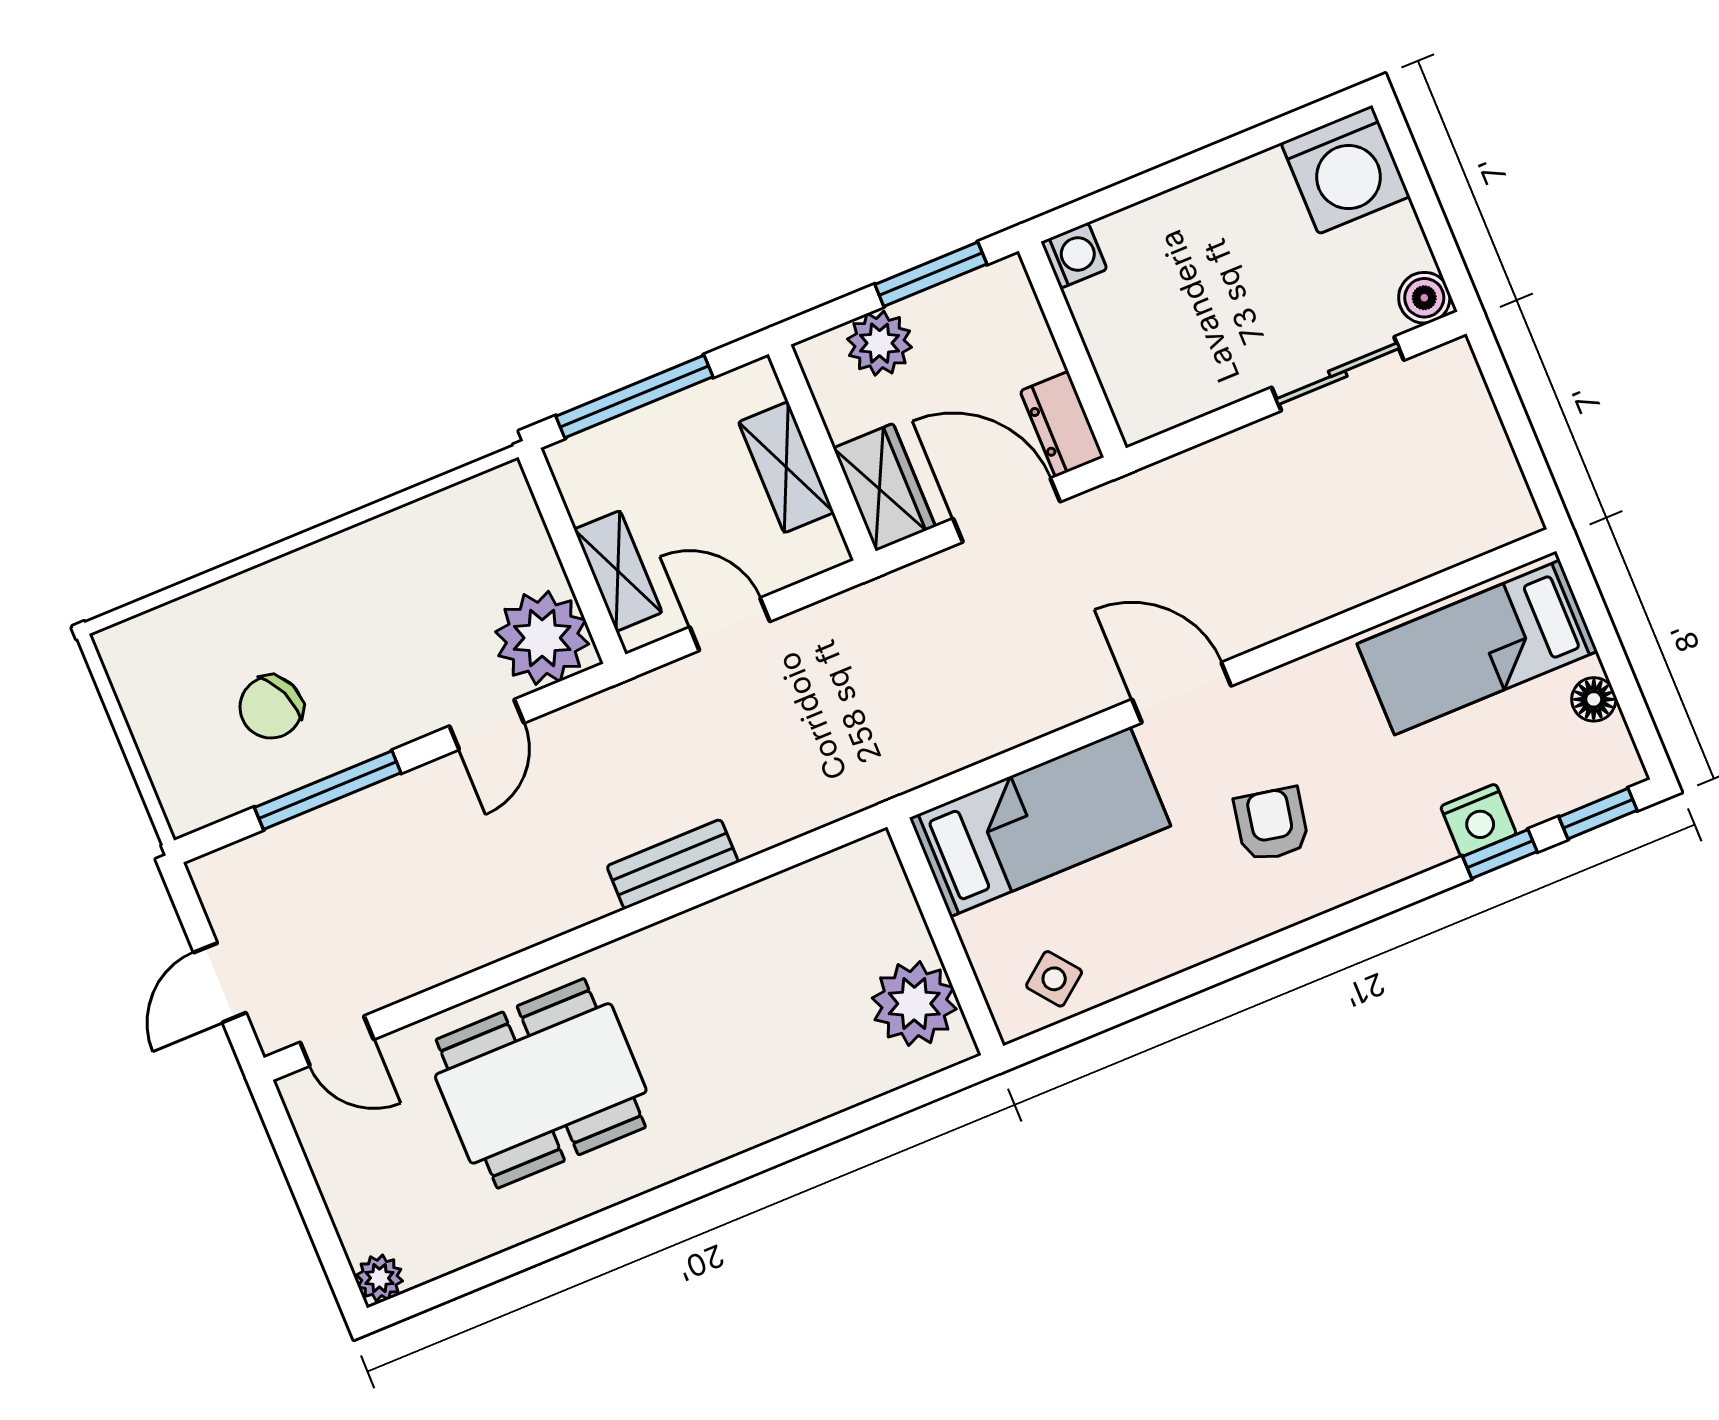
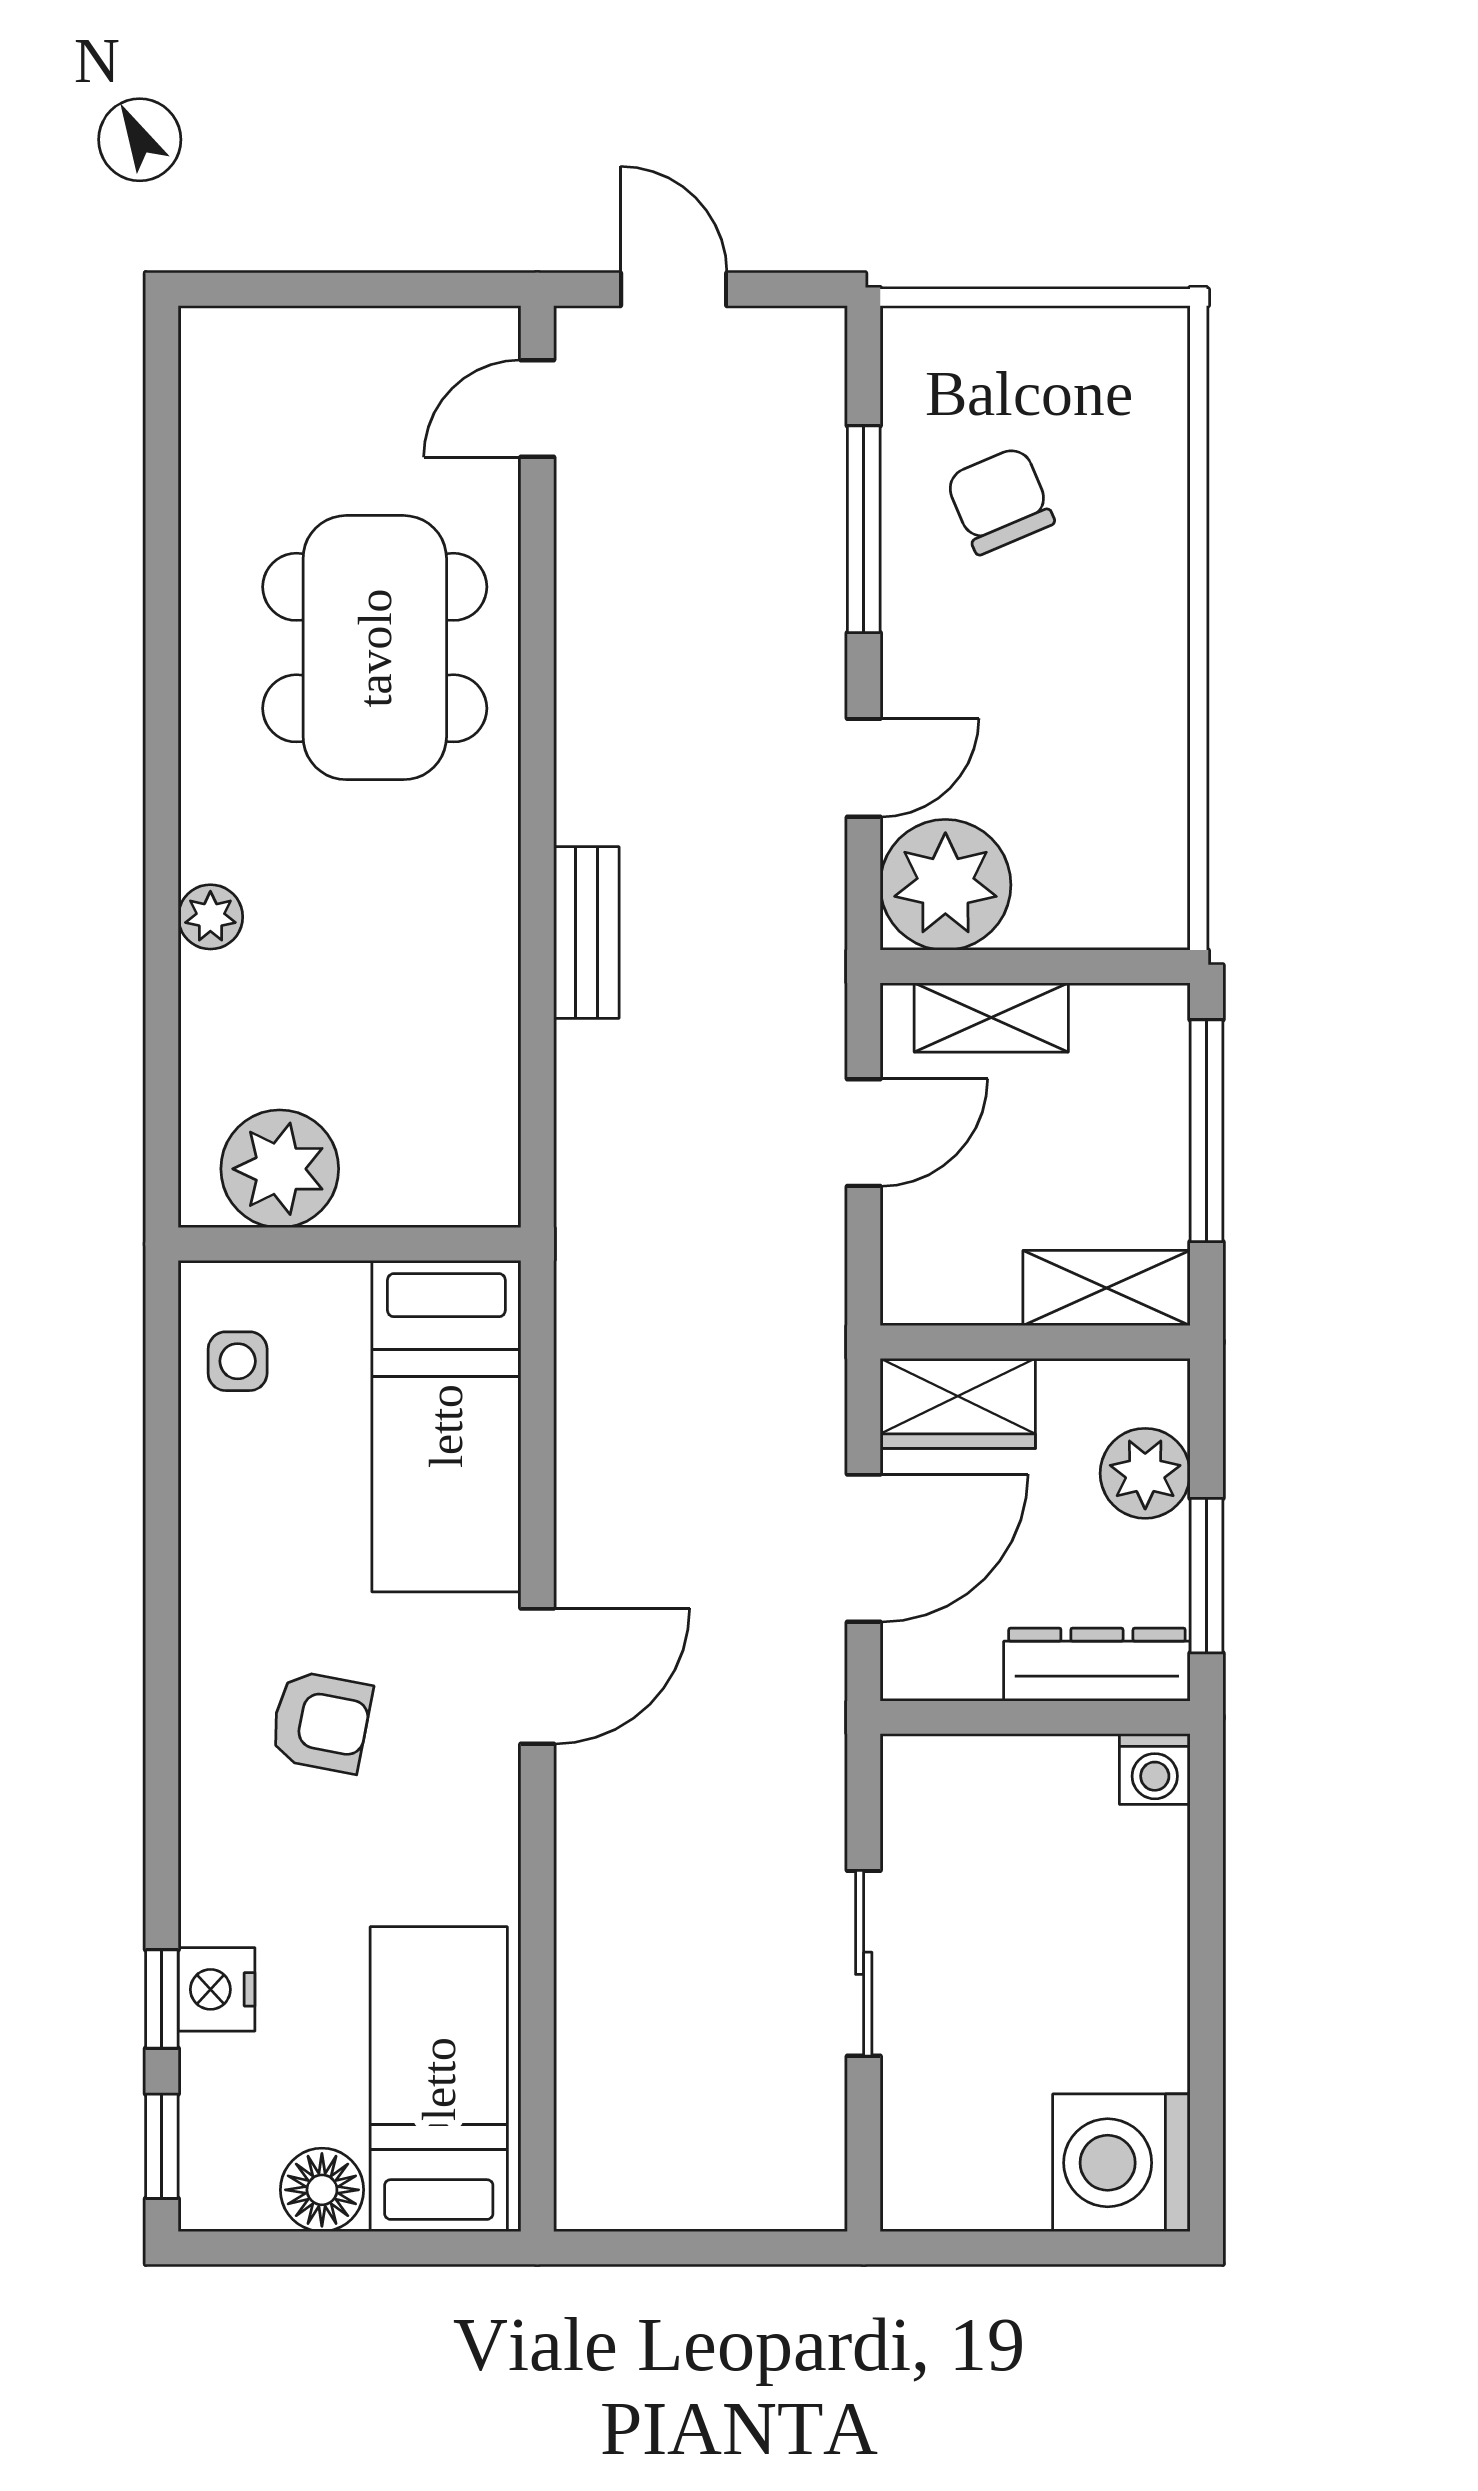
boiler: (1424, 298) -> (915, 2196), removed
sliding door: (1338, 374) -> (864, 1963), moved
dresser: (1062, 424) -> (1097, 1665), moved, width x1.44
shelving: (786, 467) -> (1107, 1288), moved
floor lamp: (1594, 699) -> (322, 2190), width x1.37, depth x1.37
door: (487, 725) -> (864, 768), swing flipped
side table: (1054, 979) -> (238, 1361), turned 38
plant: (379, 1278) -> (210, 917), moved

